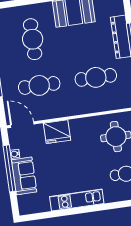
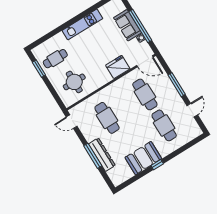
cafe table: (96, 77) -> (107, 118), turned 90
cafe table: (39, 85) -> (145, 94), turned 90

